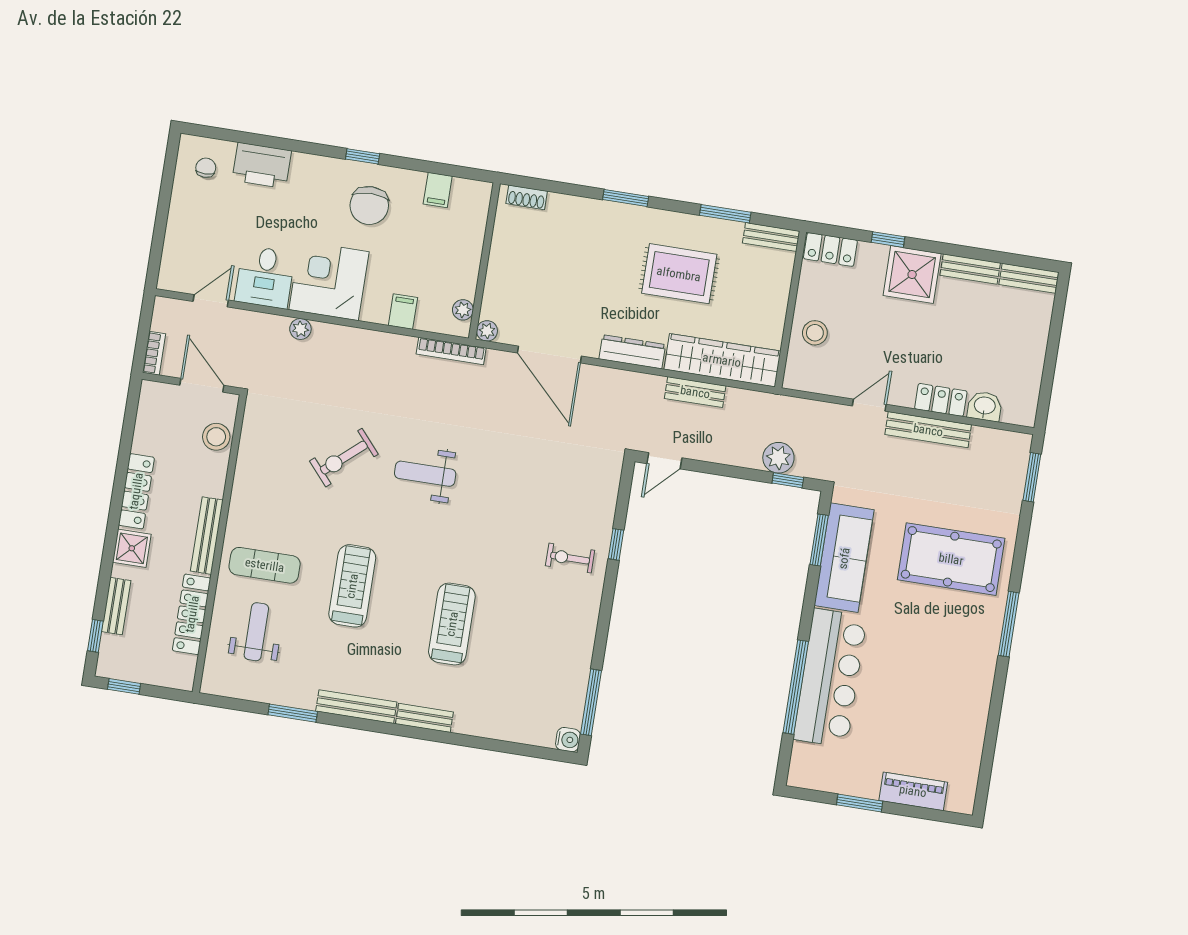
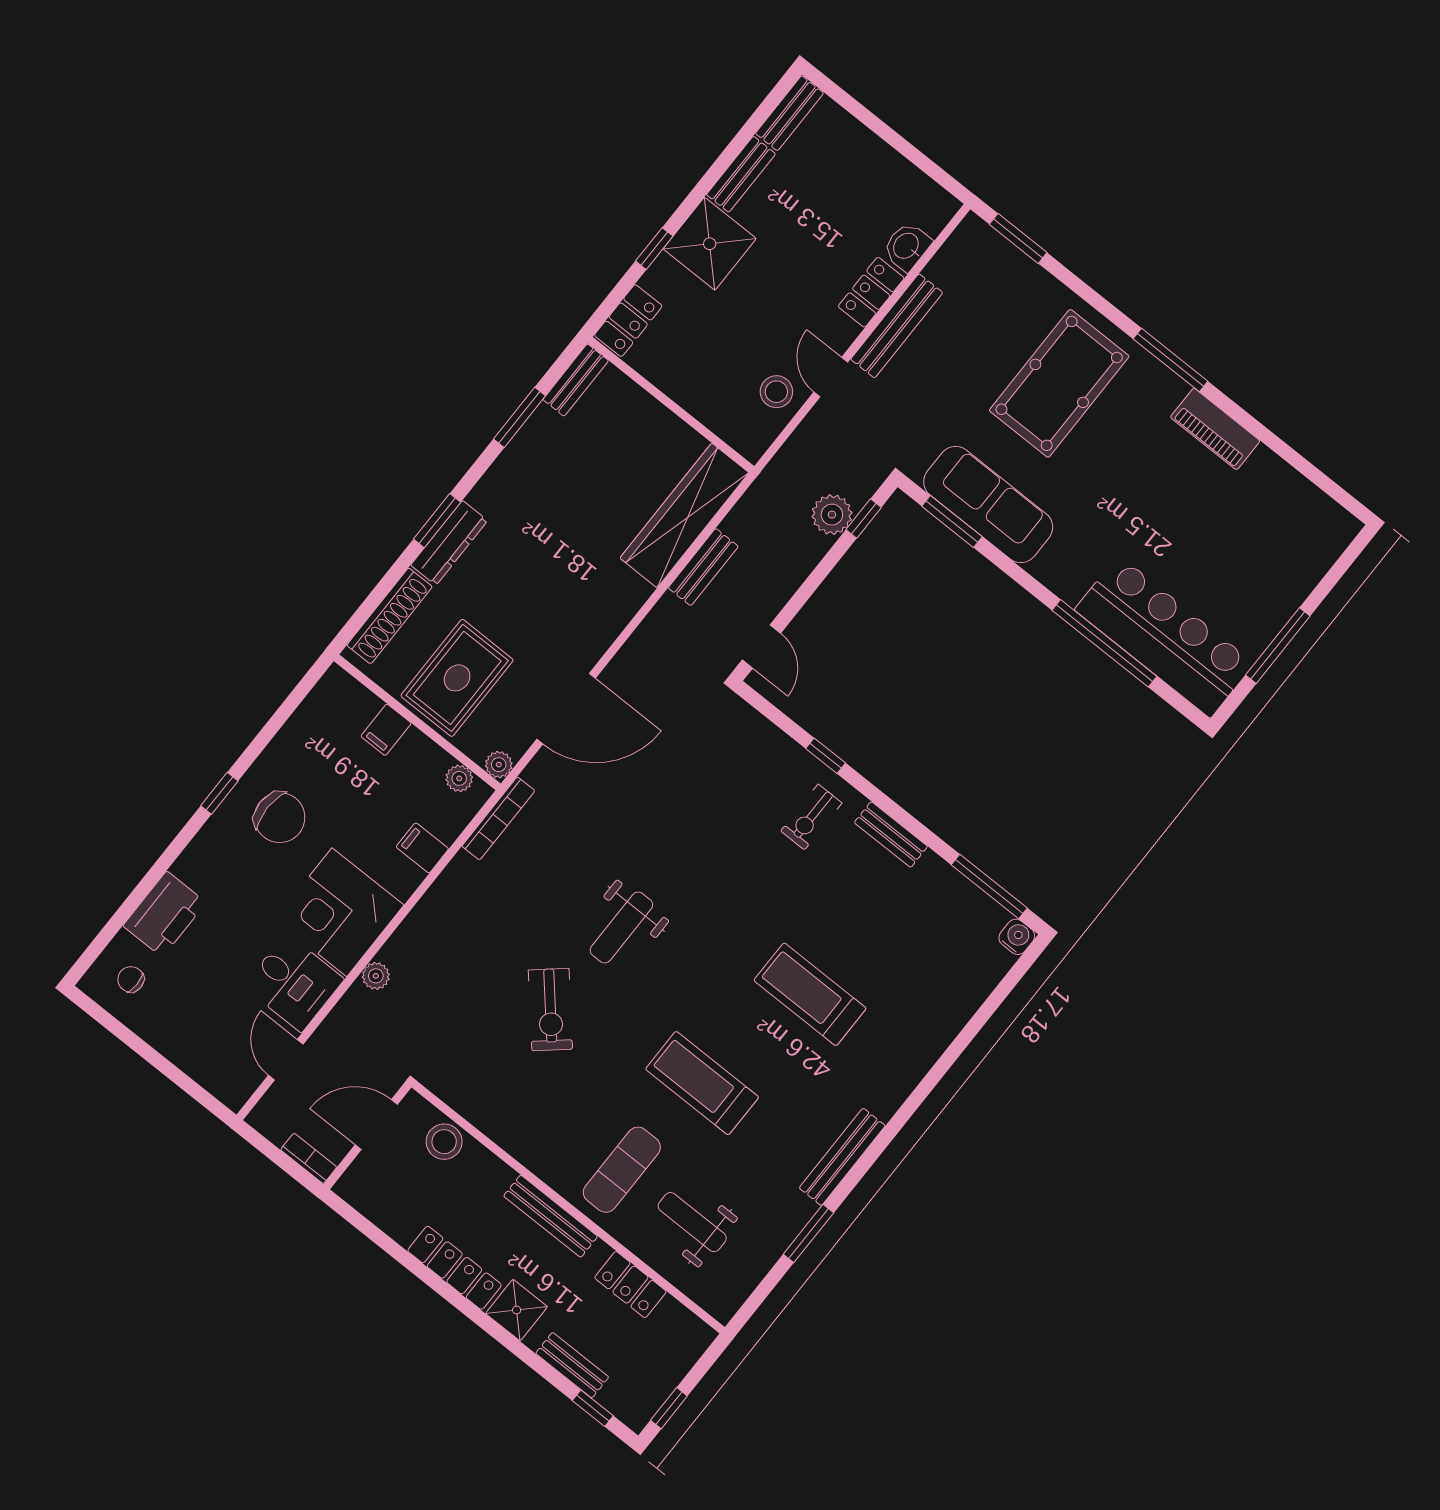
filing cabinet: (438, 190) -> (386, 730), moved, turned 90
shoe rack: (527, 197) -> (390, 616), width x1.94, depth x1.24
rug: (679, 274) -> (457, 678), moved
stool: (815, 333) -> (776, 392), moved
dresser: (632, 352) -> (449, 543), moved, turned 180
locker: (192, 614) -> (630, 1285), width x0.66
bar counter: (830, 678) -> (1164, 637), moved
bench: (424, 718) -> (891, 835), moved, turned 90
piano: (913, 791) -> (1215, 429), moved, turned -90
window: (860, 803) -> (1278, 646), width x1.44

